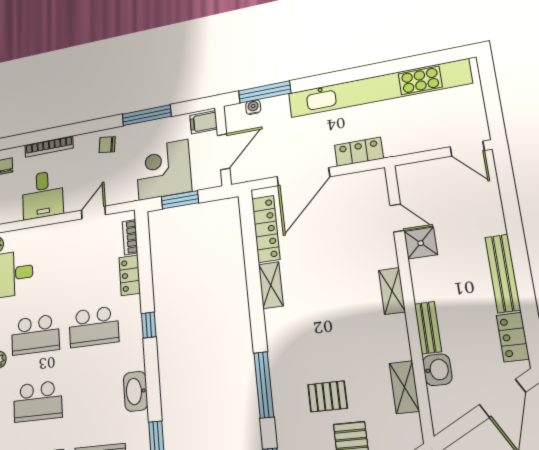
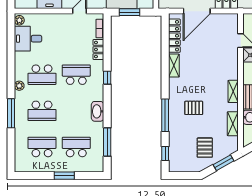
shelving: (392, 291) -> (233, 91), moved
school desk: (94, 327) -> (76, 75), turned 180
pallet: (328, 396) -> (194, 108), moved

